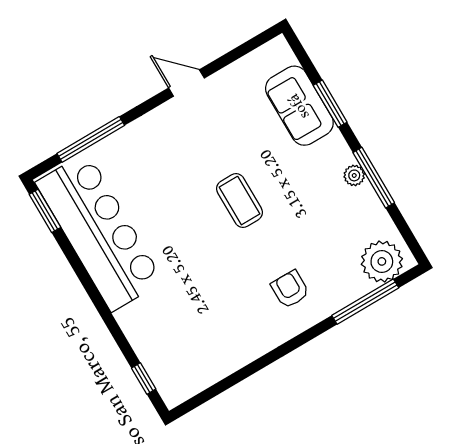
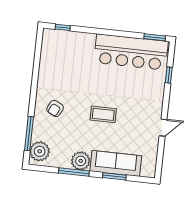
sofa: (299, 106) -> (116, 163), width x1.36
window: (91, 139) -> (169, 75), width x0.46
plant: (354, 175) -> (81, 161), width x1.88, depth x1.88
armchair: (290, 289) -> (55, 108), turned 117

